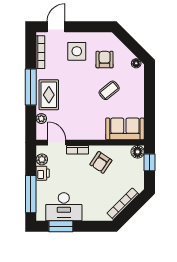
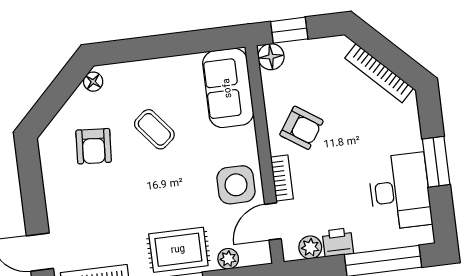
side table: (77, 51) -> (236, 185), moved
armchair: (105, 60) -> (94, 146), turned -86
window: (61, 226) -> (436, 162), moved

